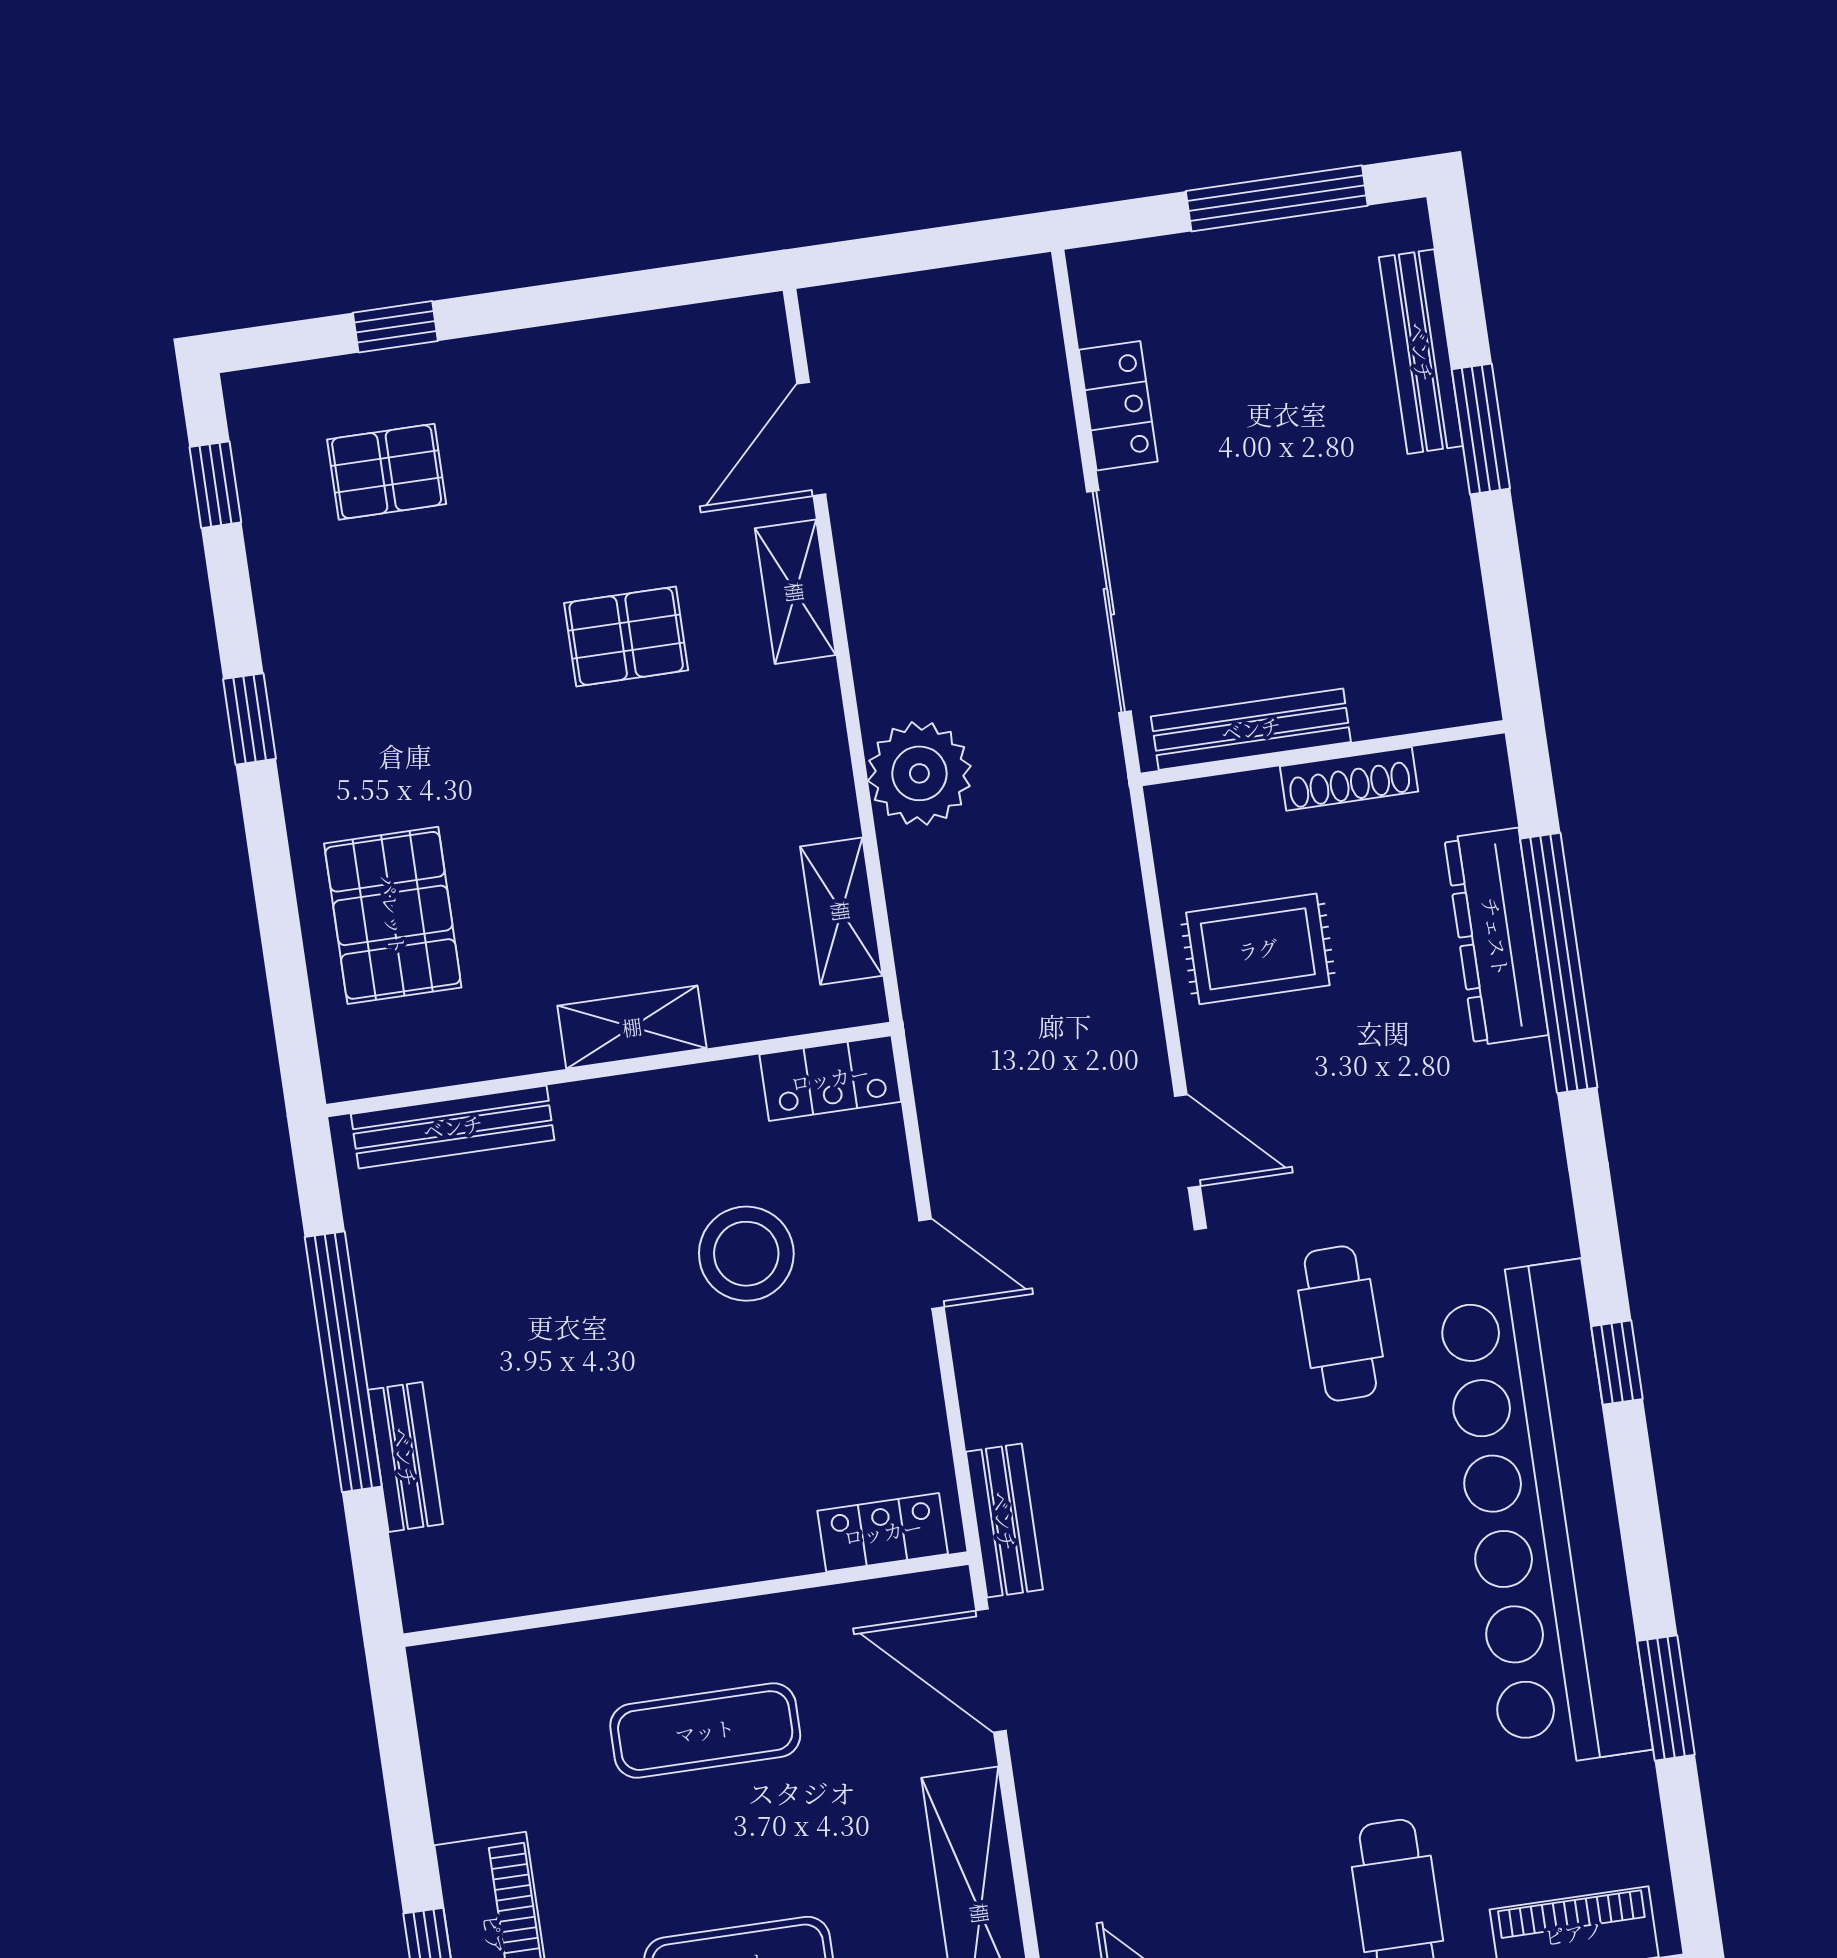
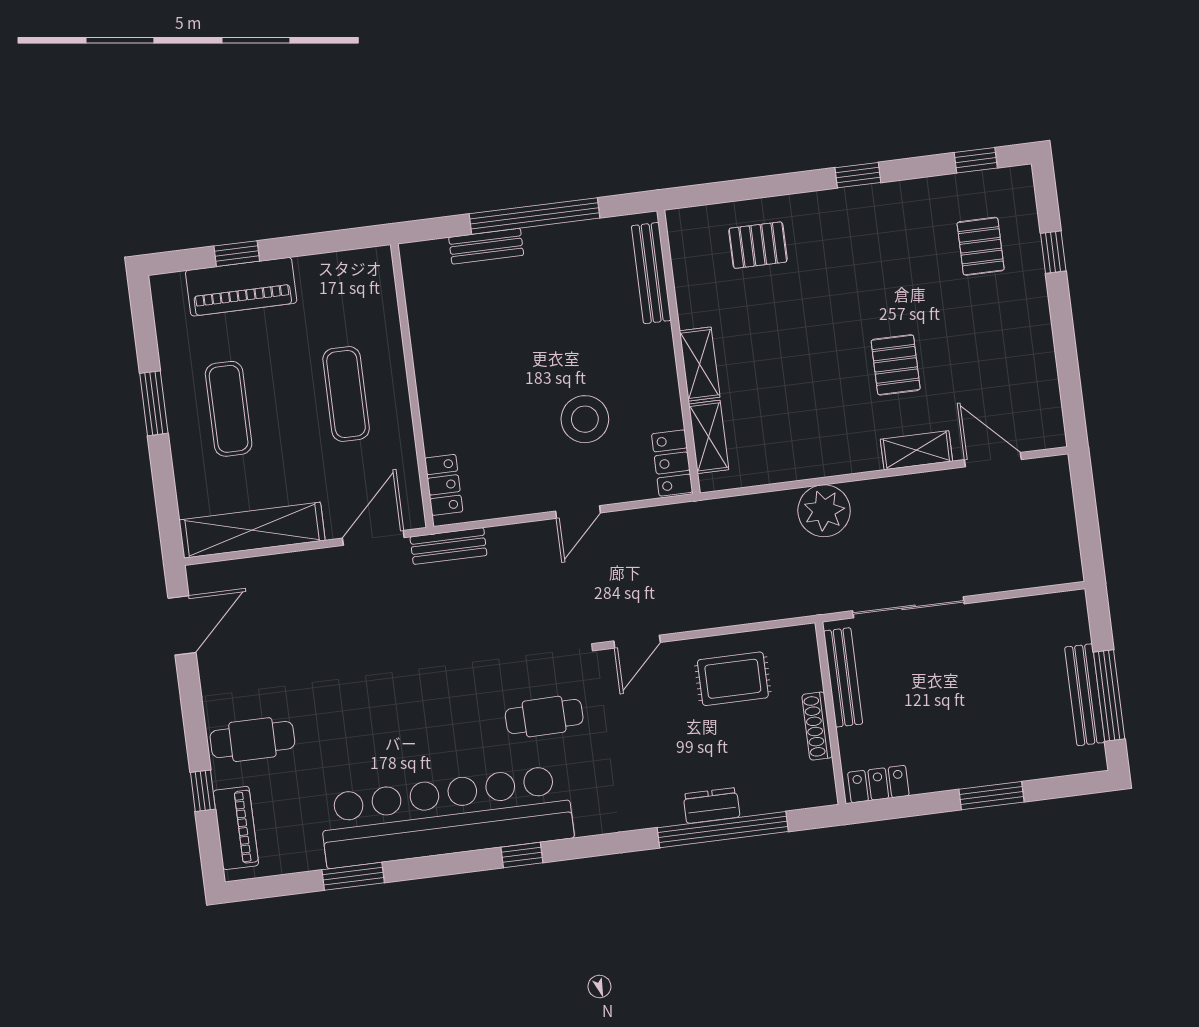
bench: (1421, 352) -> (1085, 695), moved, turned 90
locker: (1118, 406) -> (878, 784), moved, turned 180
shelving: (841, 911) -> (709, 437), moved, turned 90
pallet: (393, 915) -> (758, 245), width x0.67, depth x0.71
dresser: (1496, 937) -> (711, 805), width x0.51, depth x0.80
rug: (1258, 949) -> (733, 679), turned 90

